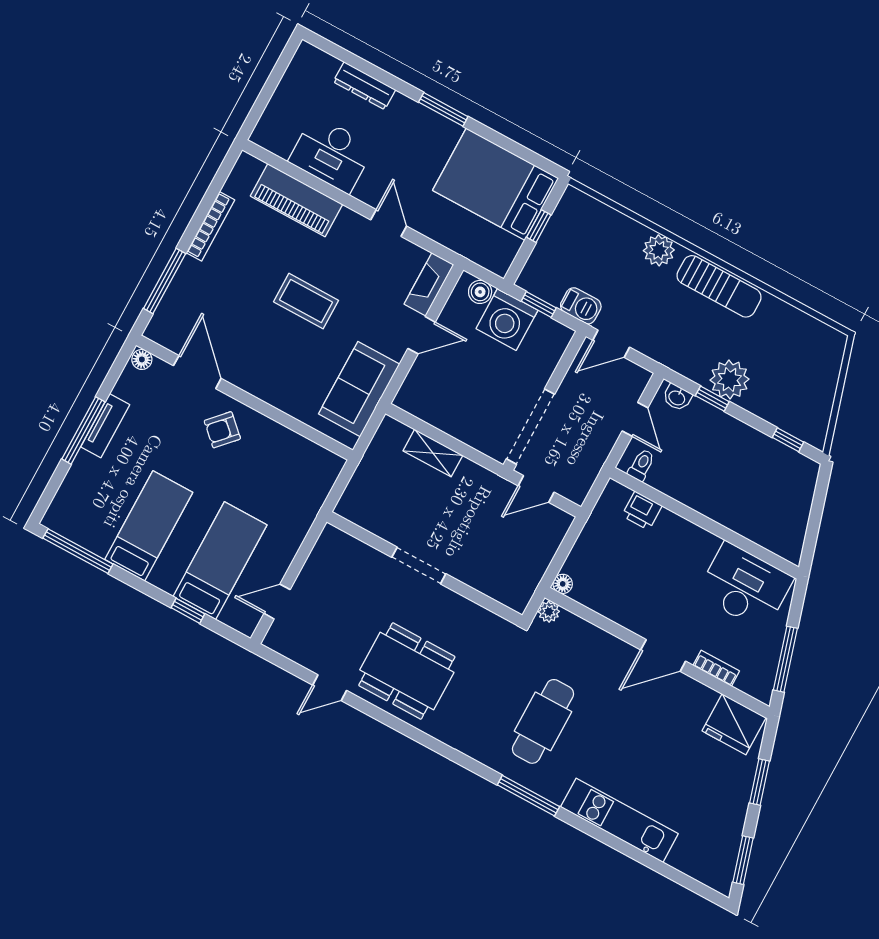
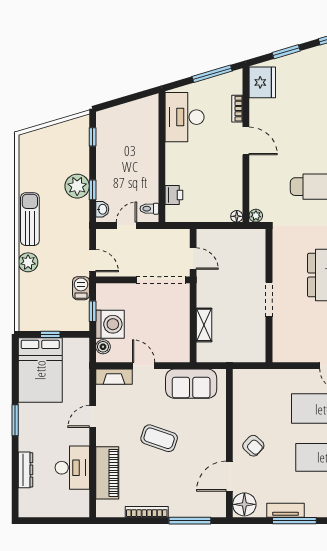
coffee table: (306, 301) -> (159, 438), turned -71
floor lamp: (142, 359) -> (244, 504), width x1.89, depth x1.89

